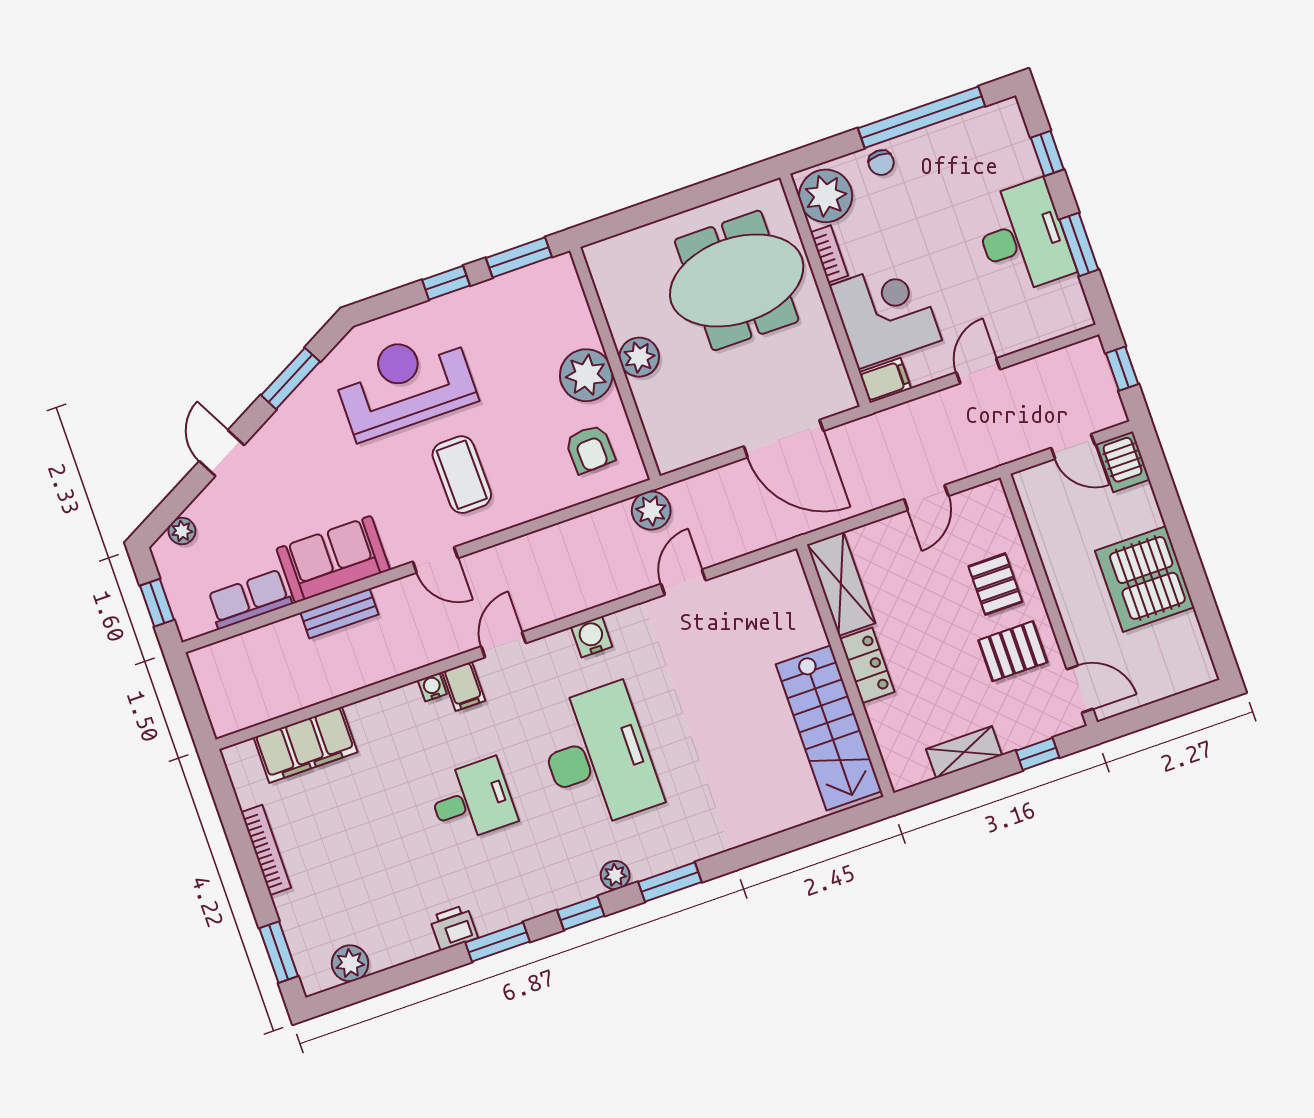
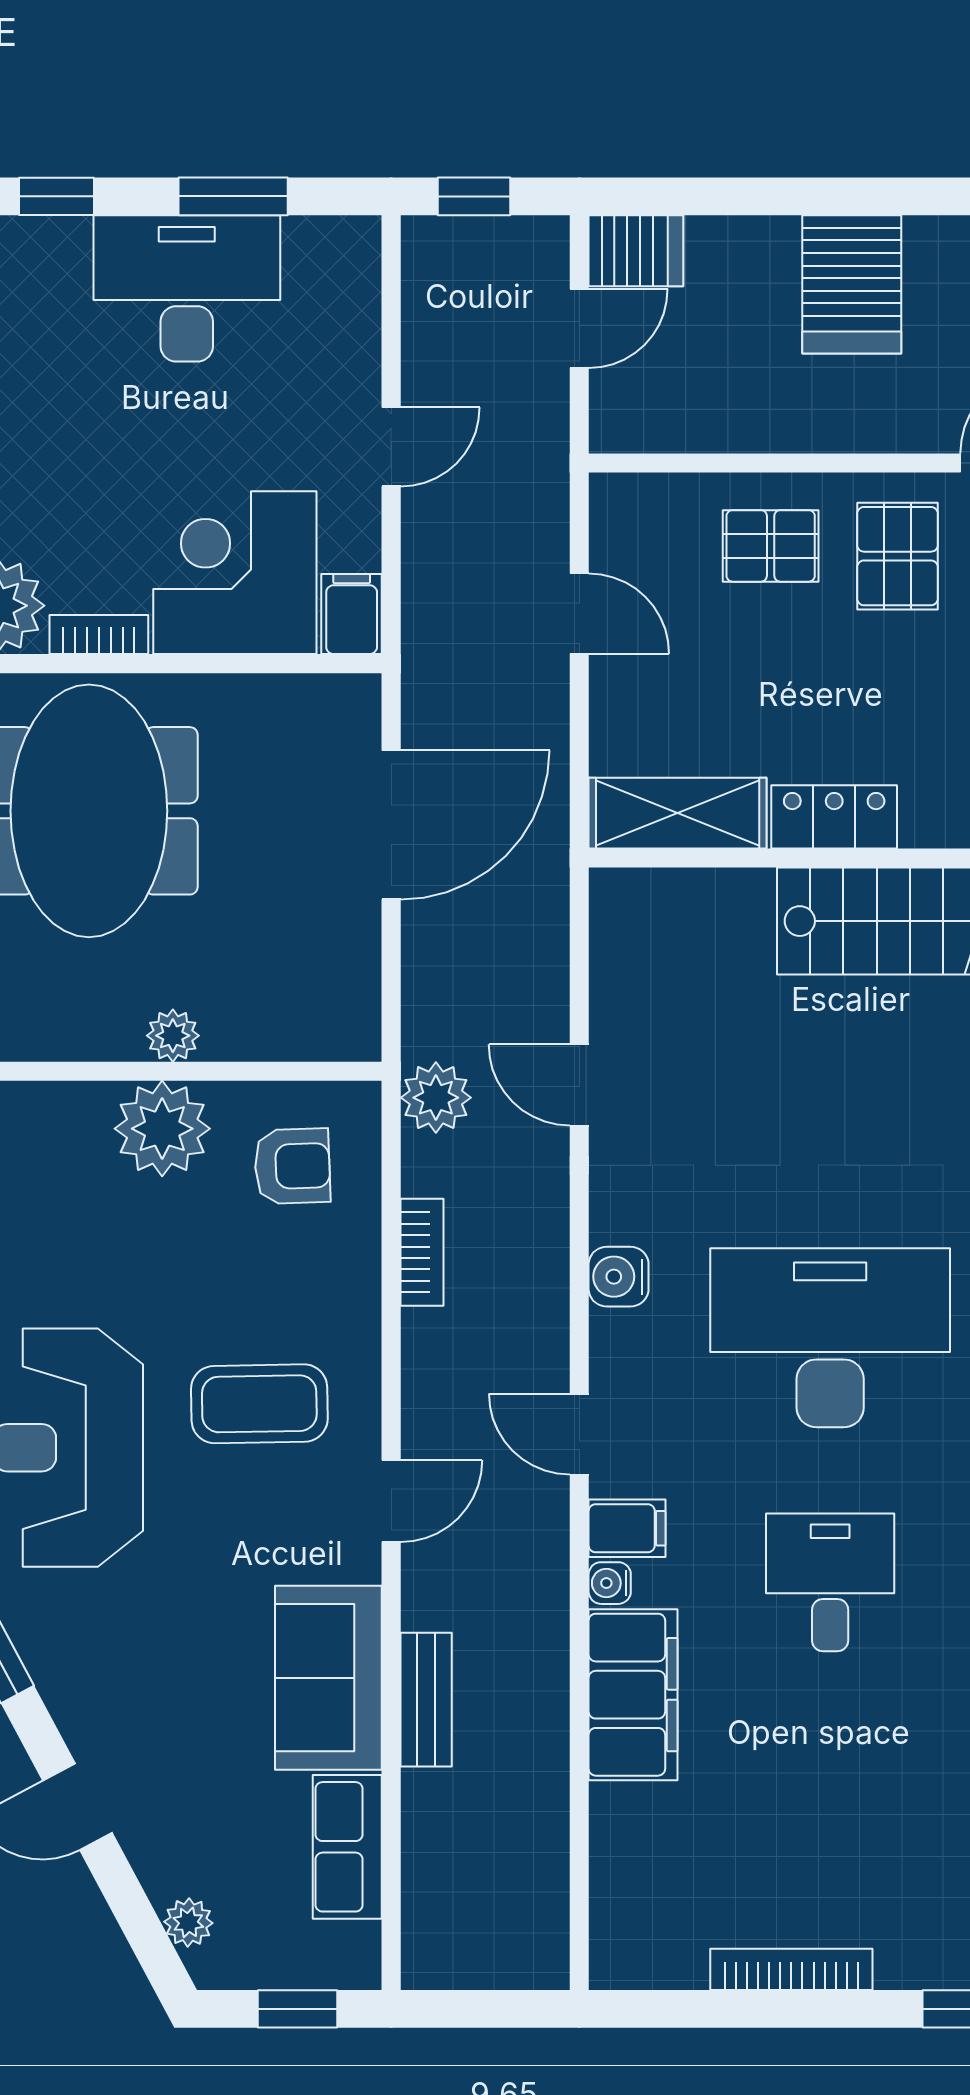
plant: (639, 357) -> (173, 1036), width x0.73, depth x0.73
door: (978, 371) -> (391, 447), swing flipped
bookcase: (569, 531) -> (422, 1252), added
server rack: (1145, 579) -> (852, 284), width x0.62
filing cabinet: (306, 745) -> (633, 1695), moved

